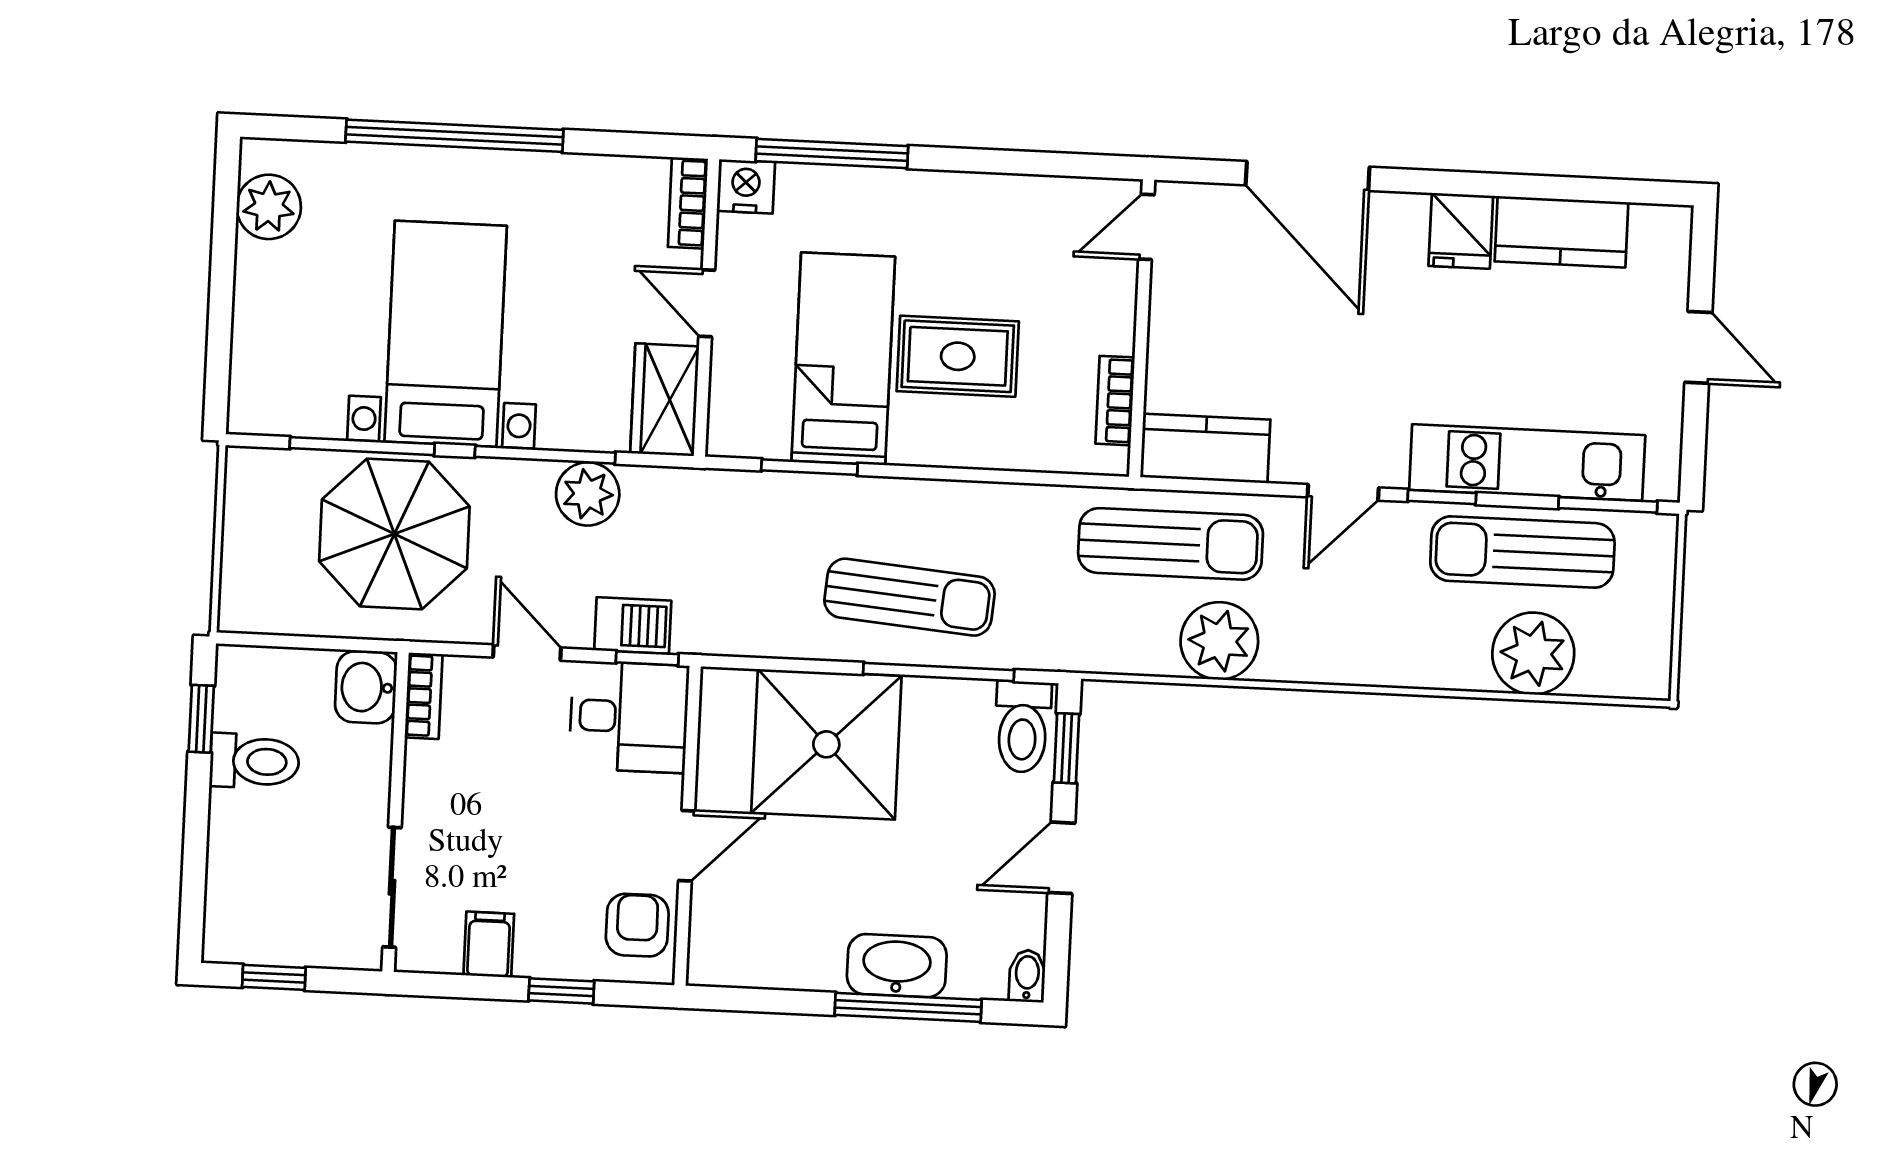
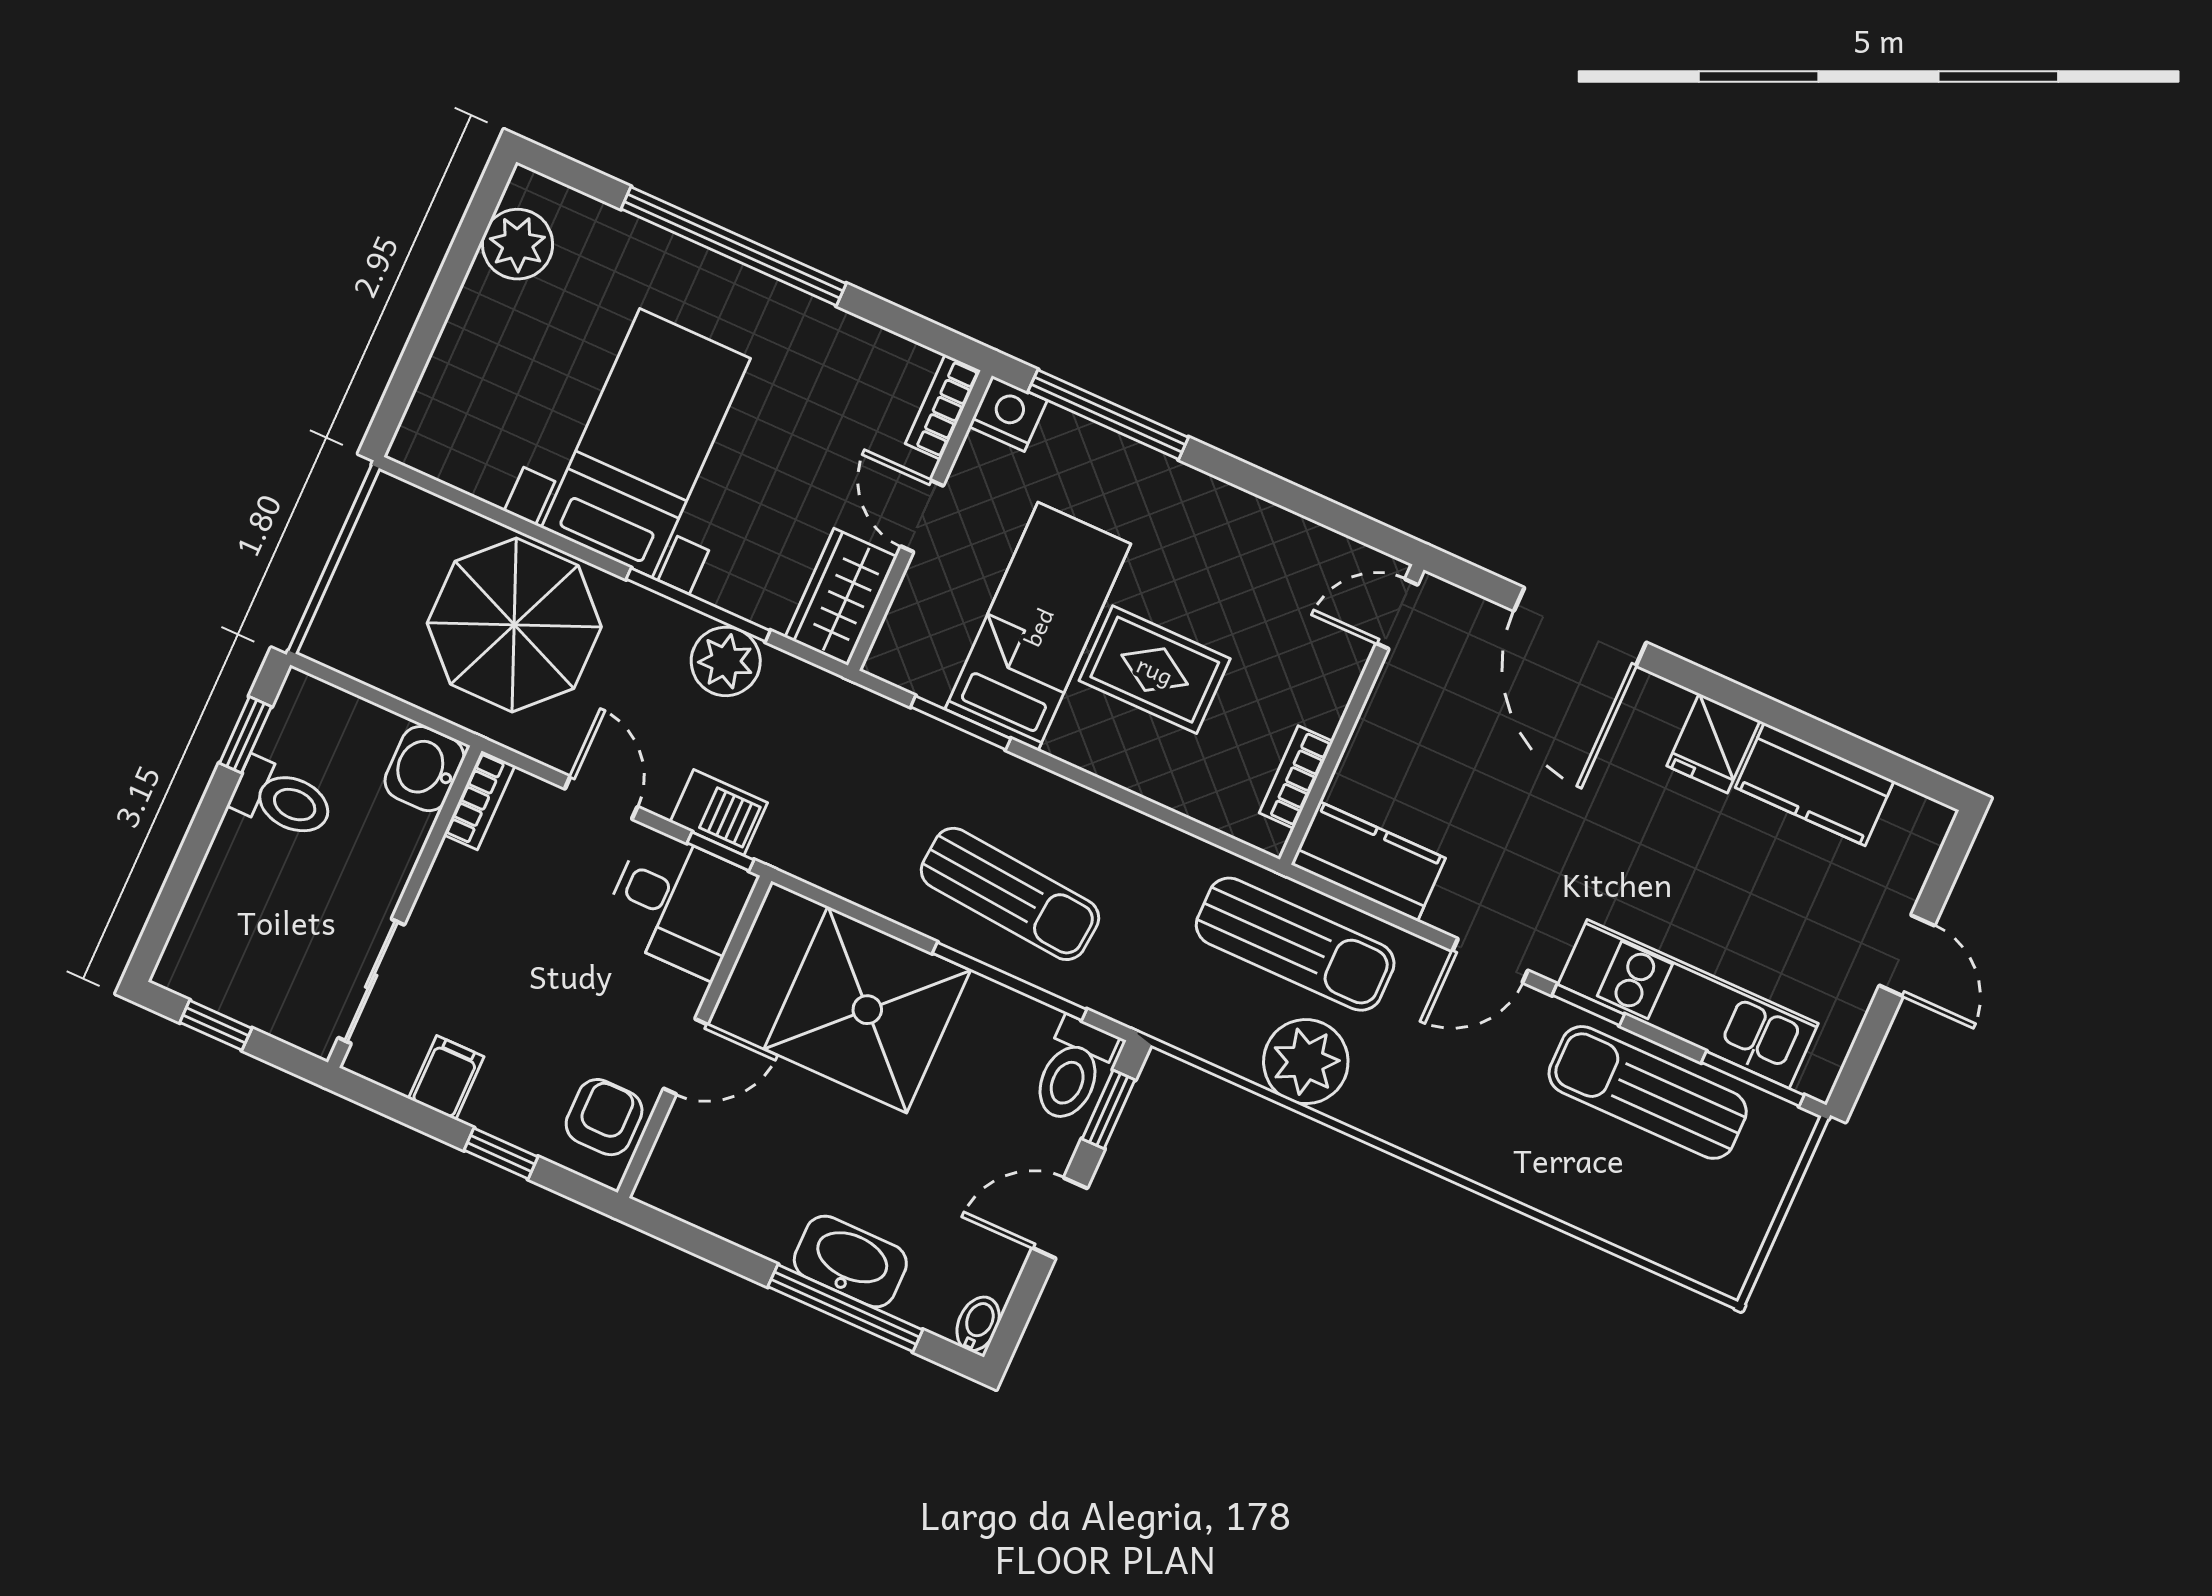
window: (362, 446) -> (517, 523), removed
plant: (1533, 653) -> (1618, 1199), removed

